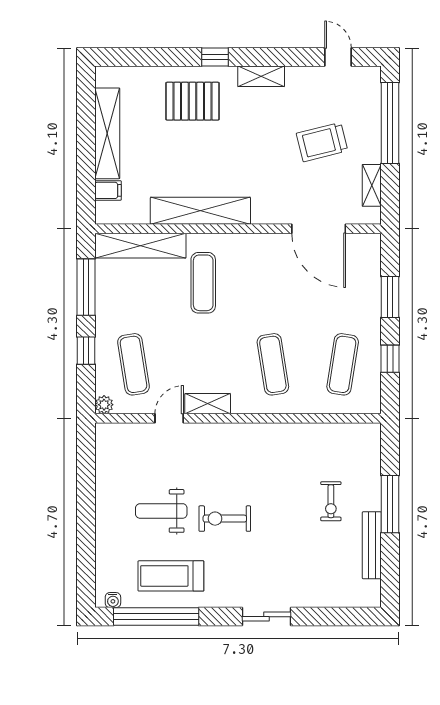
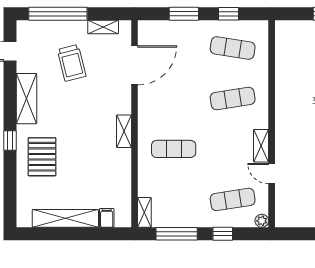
shelving: (261, 76) -> (27, 99), width x1.50, depth x1.33
shelving: (200, 211) -> (124, 131), width x0.45, depth x0.75
shelving: (140, 246) -> (144, 212), width x0.45, depth x0.75

